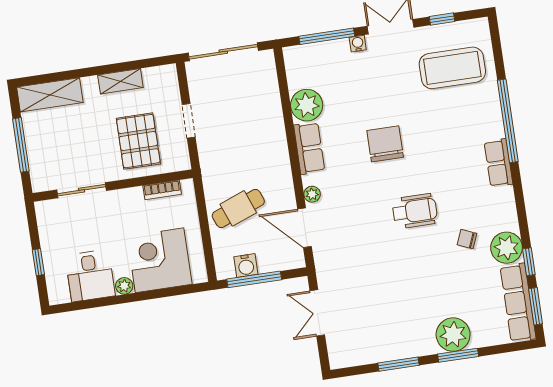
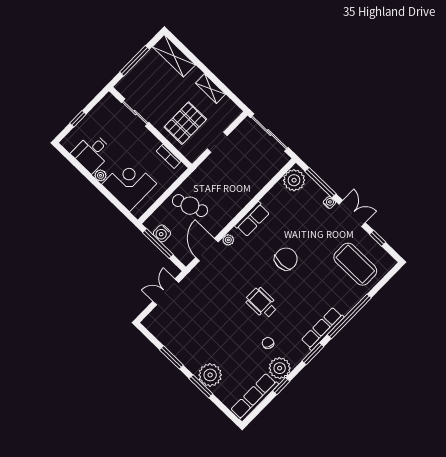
plant: (307, 105) -> (294, 180), moved
row of seats: (498, 163) -> (323, 329), width x1.48
wheelchair: (415, 211) -> (262, 303), turned 180
window: (536, 306) -> (313, 354), moved

